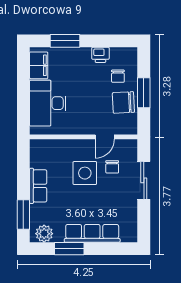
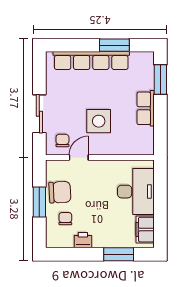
chair: (112, 167) -> (62, 140), moved
row of seats: (92, 233) -> (91, 61), width x1.36
plant: (44, 234) -> (140, 60), removed

